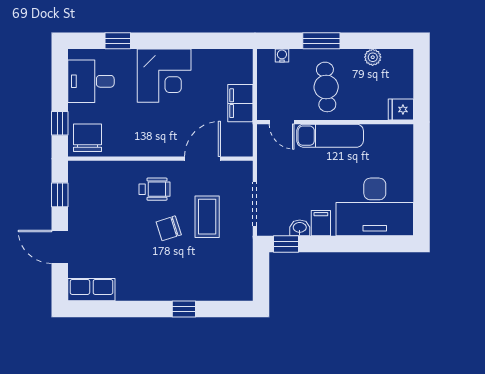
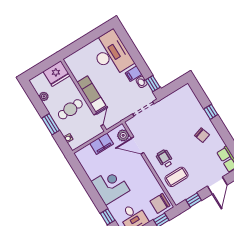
fridge: (401, 109) -> (57, 74), width x1.88, depth x1.34
plant: (232, 146) -> (123, 135), added
coffee table: (207, 217) -> (177, 177), moved
chair: (169, 228) -> (202, 135), moved

